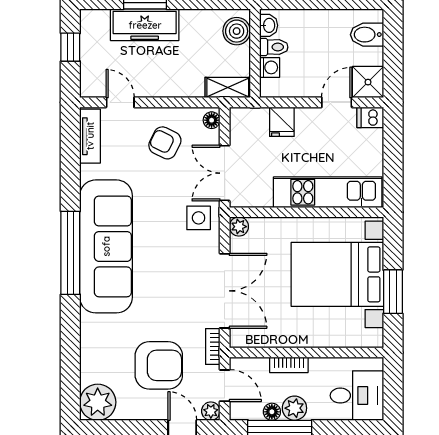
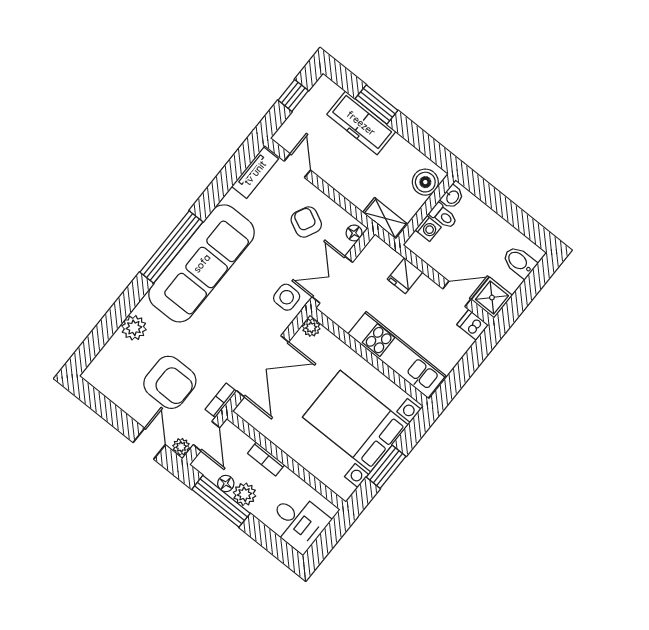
plant: (98, 402) -> (134, 328), moved, width x0.73, depth x0.73

